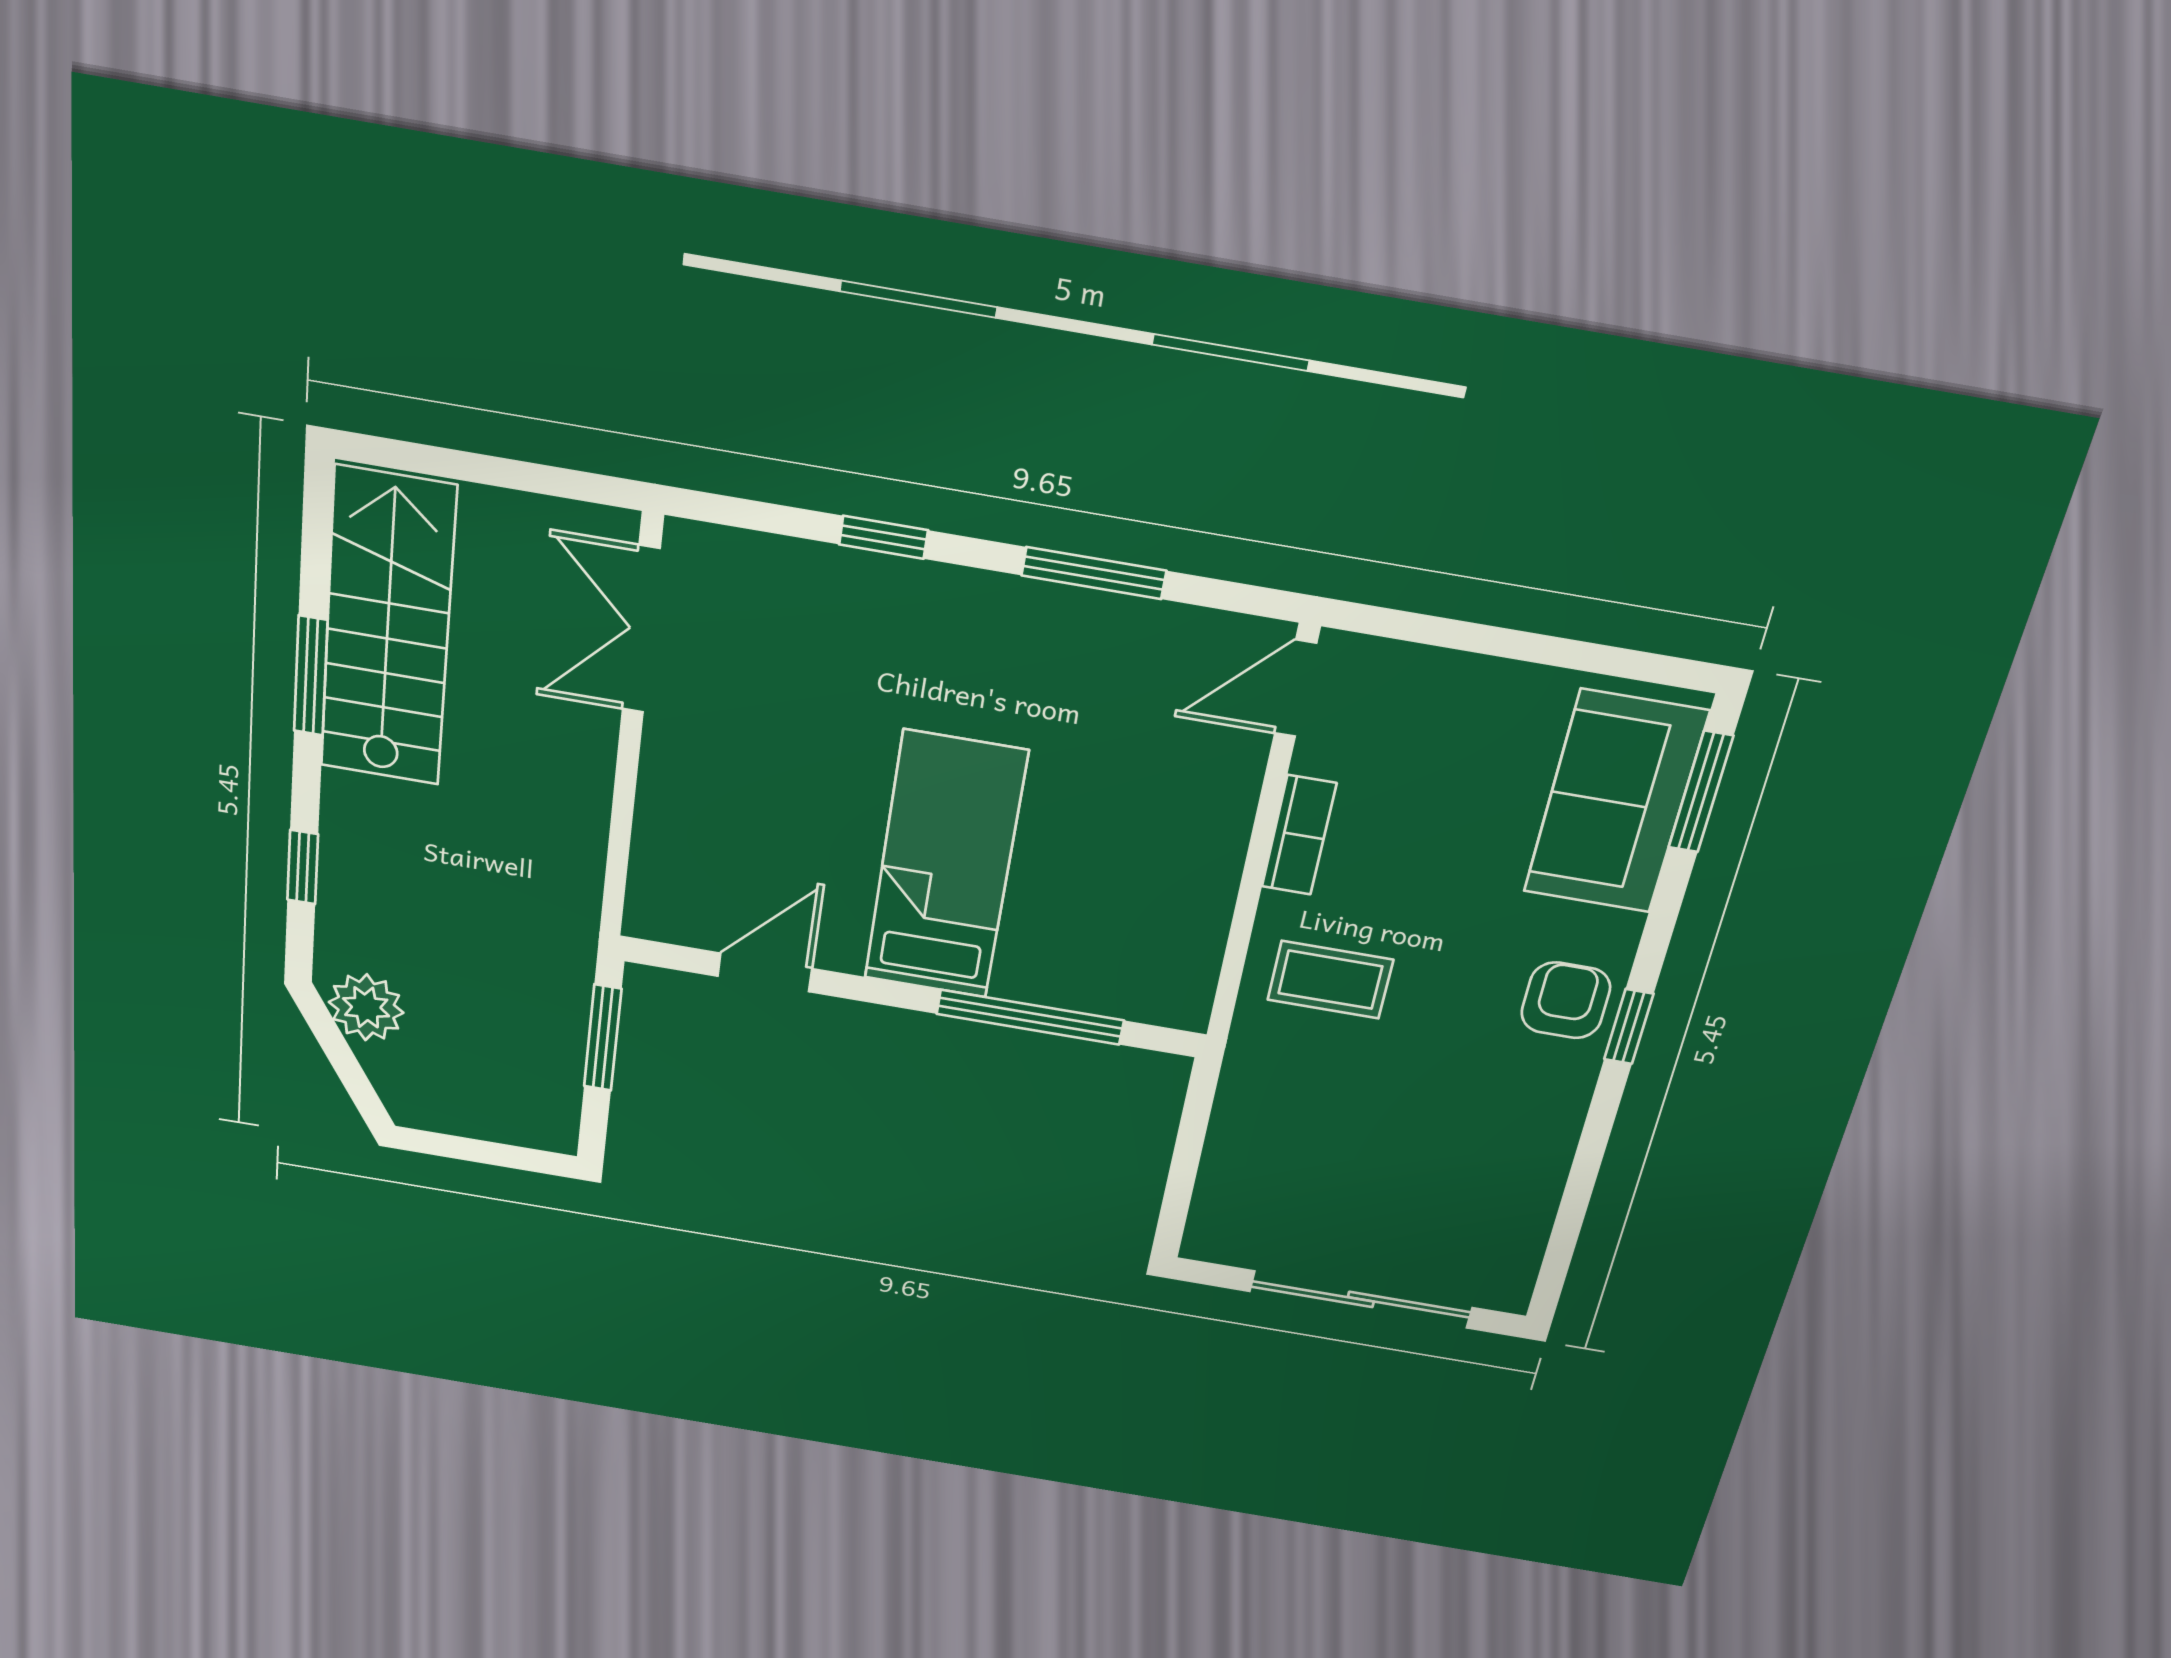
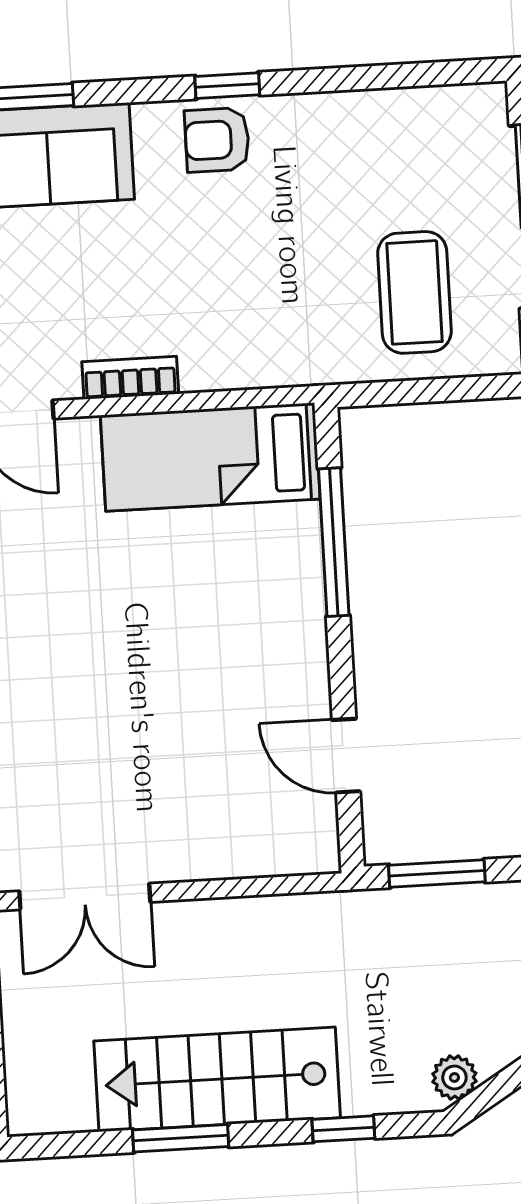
stairs: (388, 628) -> (217, 1079), moved
bed: (945, 866) -> (210, 457), moved
coffee table: (1330, 980) -> (414, 292), moved, width x1.36, depth x1.30
plant: (366, 1007) -> (454, 1077), width x0.73, depth x0.73

